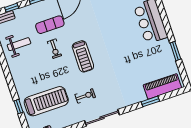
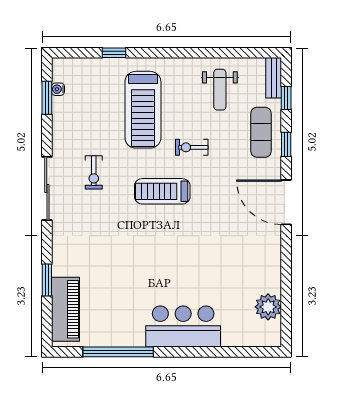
exercise mat: (50, 25) -> (261, 132), moved
window: (175, 51) -> (118, 352), width x2.11
treadmill: (46, 101) -> (143, 110), moved

